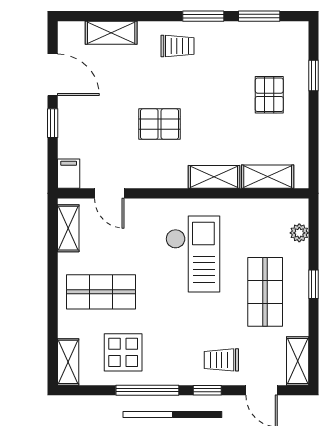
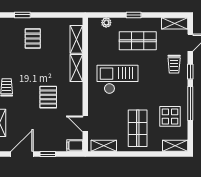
pallet: (269, 95) -> (33, 39), turned 90
door: (109, 193) -> (85, 124), swing flipped

